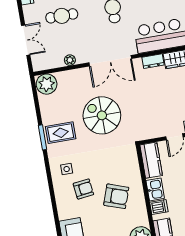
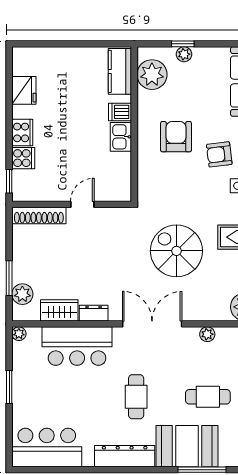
spiral stairs: (102, 115) -> (176, 251), turned 180
kitchen counter: (151, 160) -> (120, 178), removed
armchair: (116, 196) -> (176, 137), turned 71

